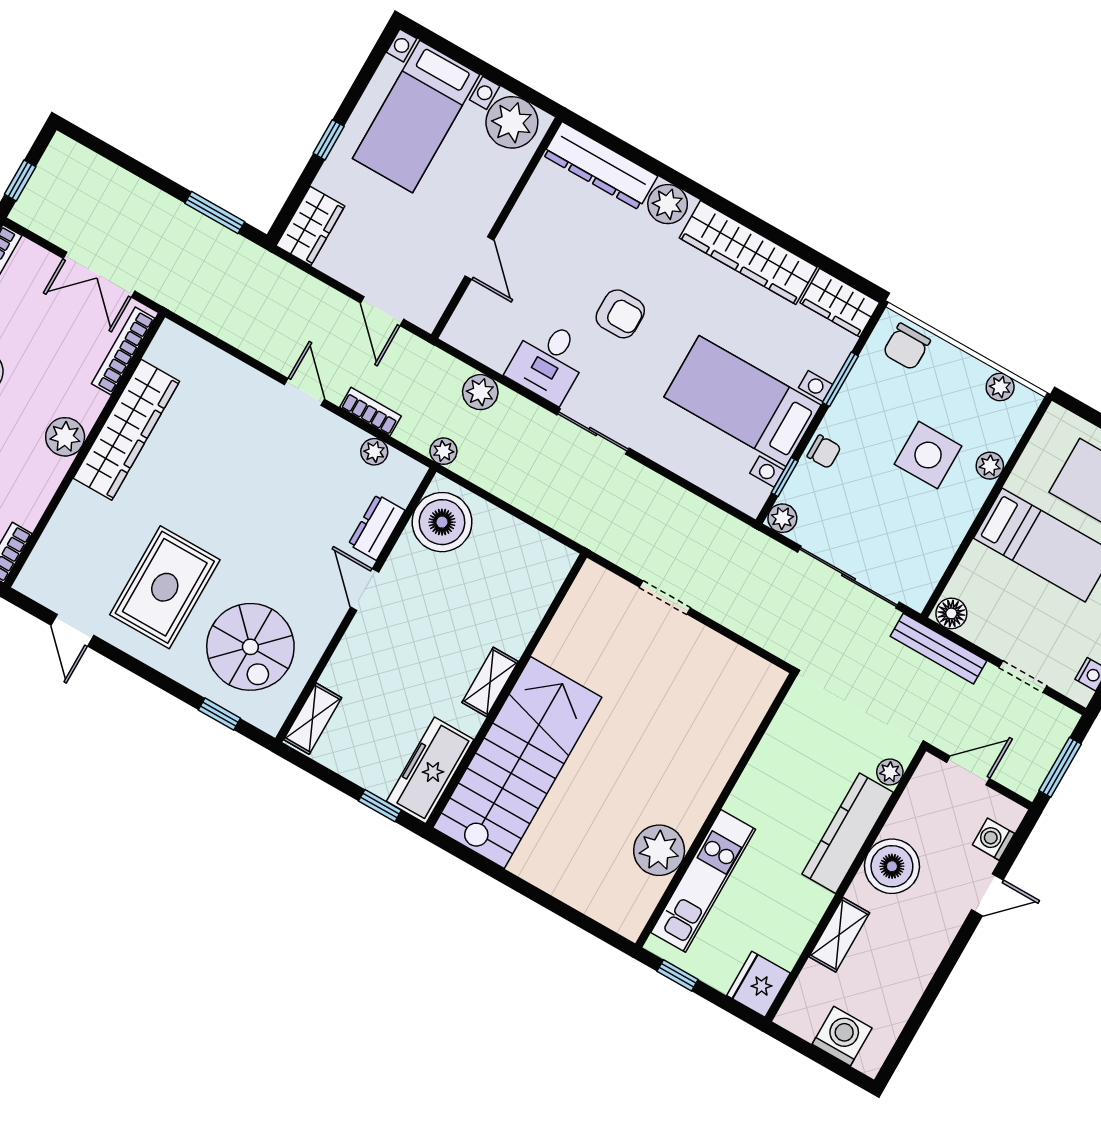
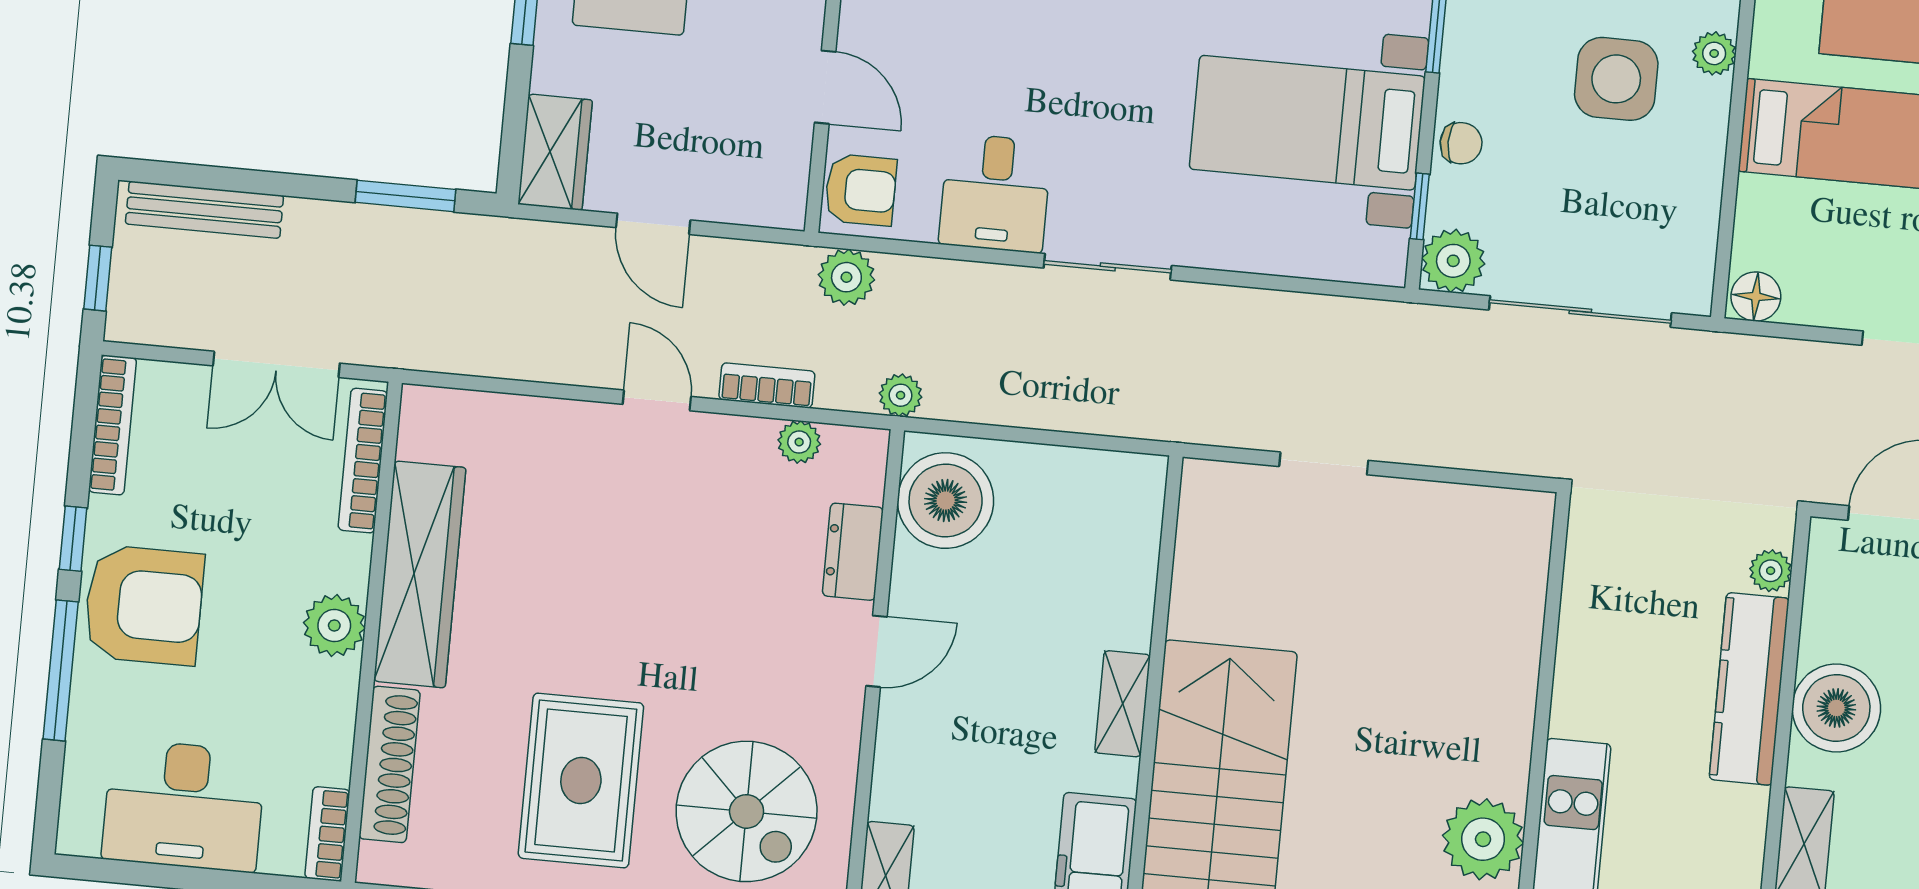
door: (382, 311) -> (653, 224), moved
armchair: (620, 314) -> (861, 190), moved
plant: (480, 392) -> (846, 277), moved
plant: (782, 518) -> (1453, 261), width x1.38, depth x1.38
shoe rack: (61, 529) -> (390, 764), added
door: (365, 590) -> (877, 651), swing flipped
bench: (938, 649) -> (204, 210), moved

